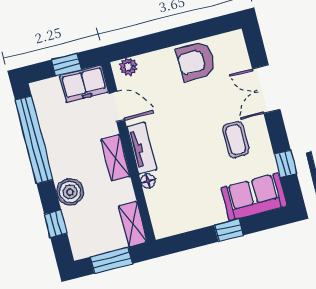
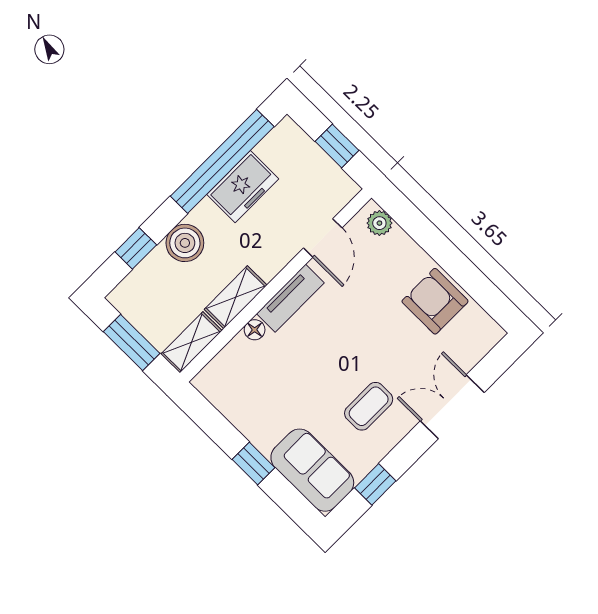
freezer: (84, 84) -> (243, 187), moved, turned -90
shelving: (116, 158) -> (236, 297), moved

